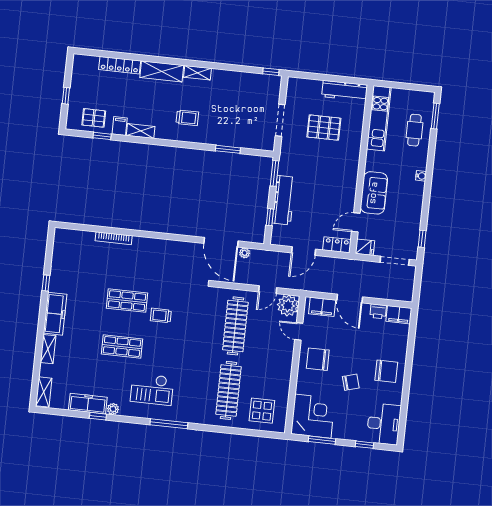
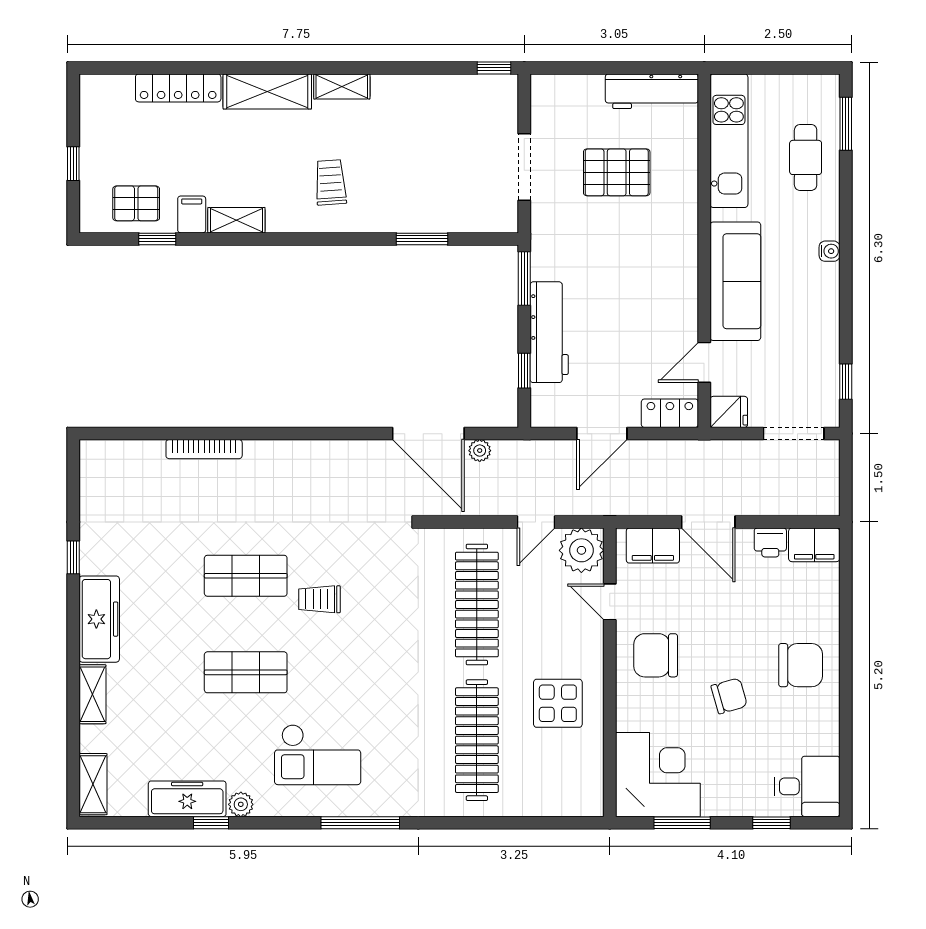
trolley: (187, 118) -> (331, 182), turned -94
sofa: (374, 193) -> (735, 281), width x1.36
display table: (262, 411) -> (558, 703), moved
desk: (384, 424) -> (807, 786), width x0.73

